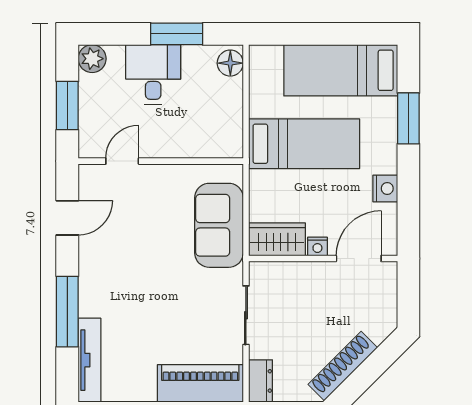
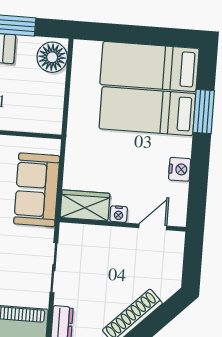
floor lamp: (230, 63) -> (52, 57), width x1.38, depth x1.38
bed: (304, 144) -> (147, 111), moved, turned 180
door: (359, 259) -> (153, 227), width x0.73

